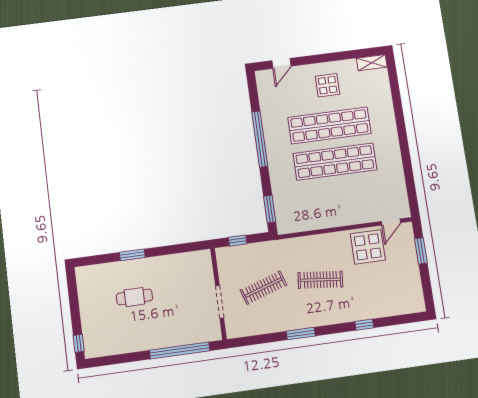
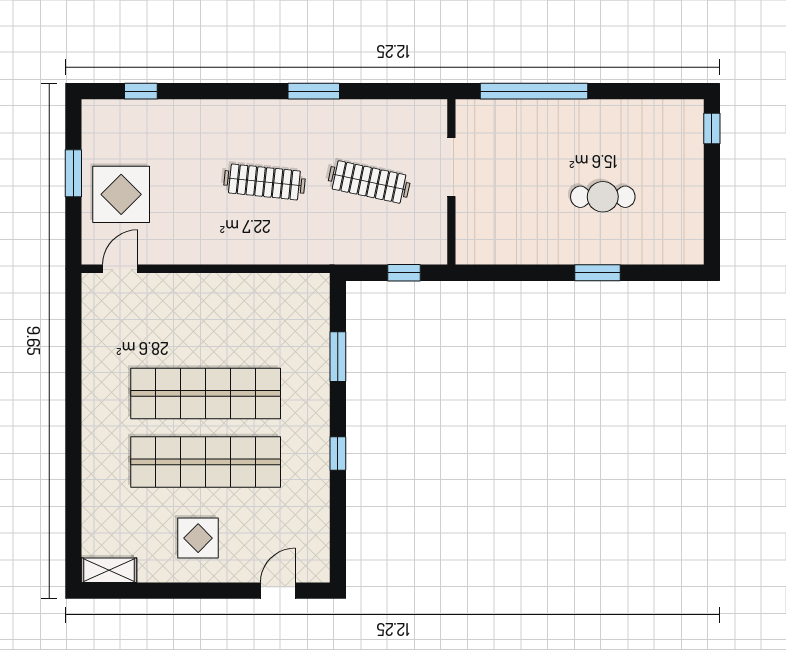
window: (260, 139) -> (338, 454), width x0.32
window: (270, 209) -> (338, 357), moved
display table: (368, 247) -> (121, 194), moved
window: (421, 251) -> (73, 173), moved
clothes rail: (263, 288) -> (369, 182), turned 30
window: (364, 325) -> (141, 91), moved

